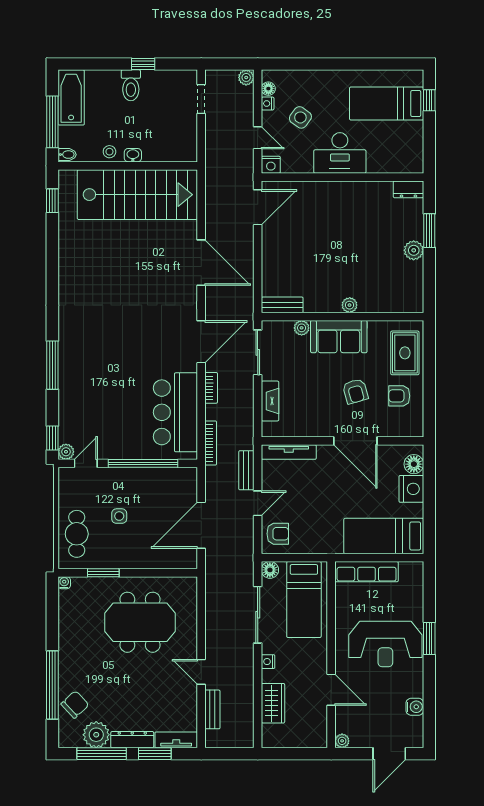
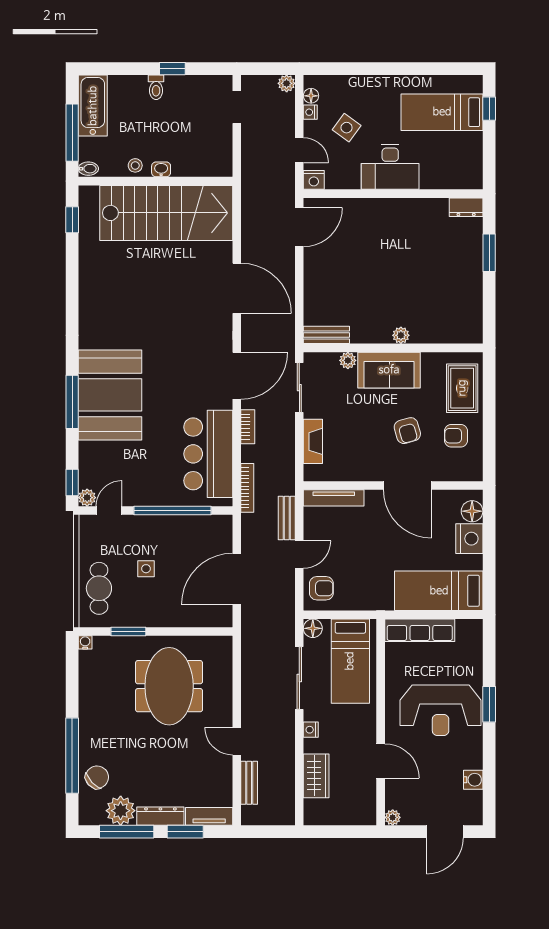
toilet: (131, 85) -> (156, 87), width x0.73, depth x0.72
plant: (414, 250) -> (472, 275), removed
booth: (87, 359) -> (110, 395), added
meeting table: (140, 622) -> (169, 686), turned 90

